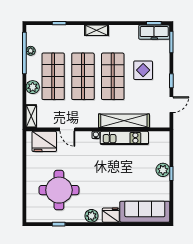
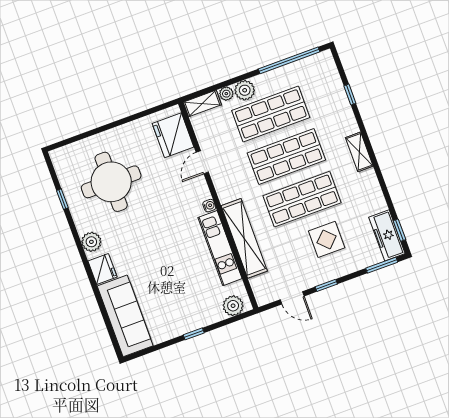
plant: (31, 51) -> (226, 94), moved
plant: (163, 170) -> (233, 306), moved

